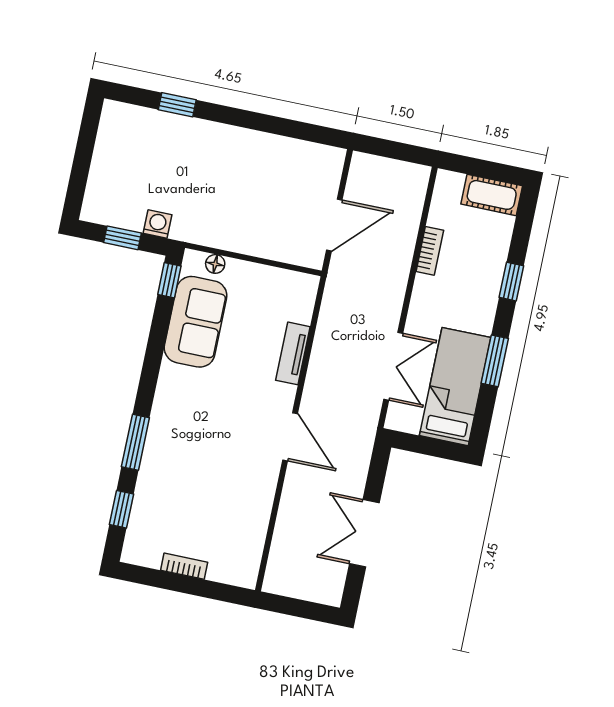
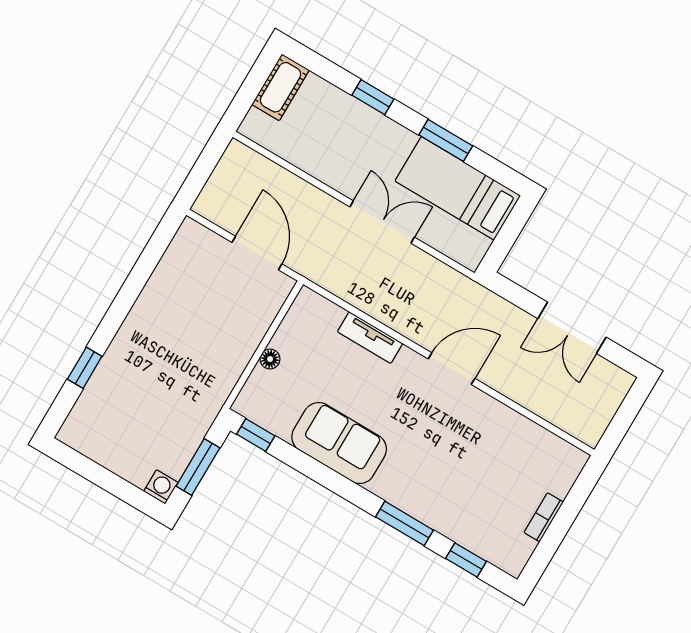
washing machine: (158, 224) -> (161, 487), moved, turned 90
window: (123, 238) -> (198, 467), width x1.50
bookcase: (430, 251) -> (315, 167), removed
floor lamp: (215, 264) -> (270, 359), moved
sofa: (196, 322) -> (339, 443), moved
double door: (393, 366) -> (382, 222), moved

